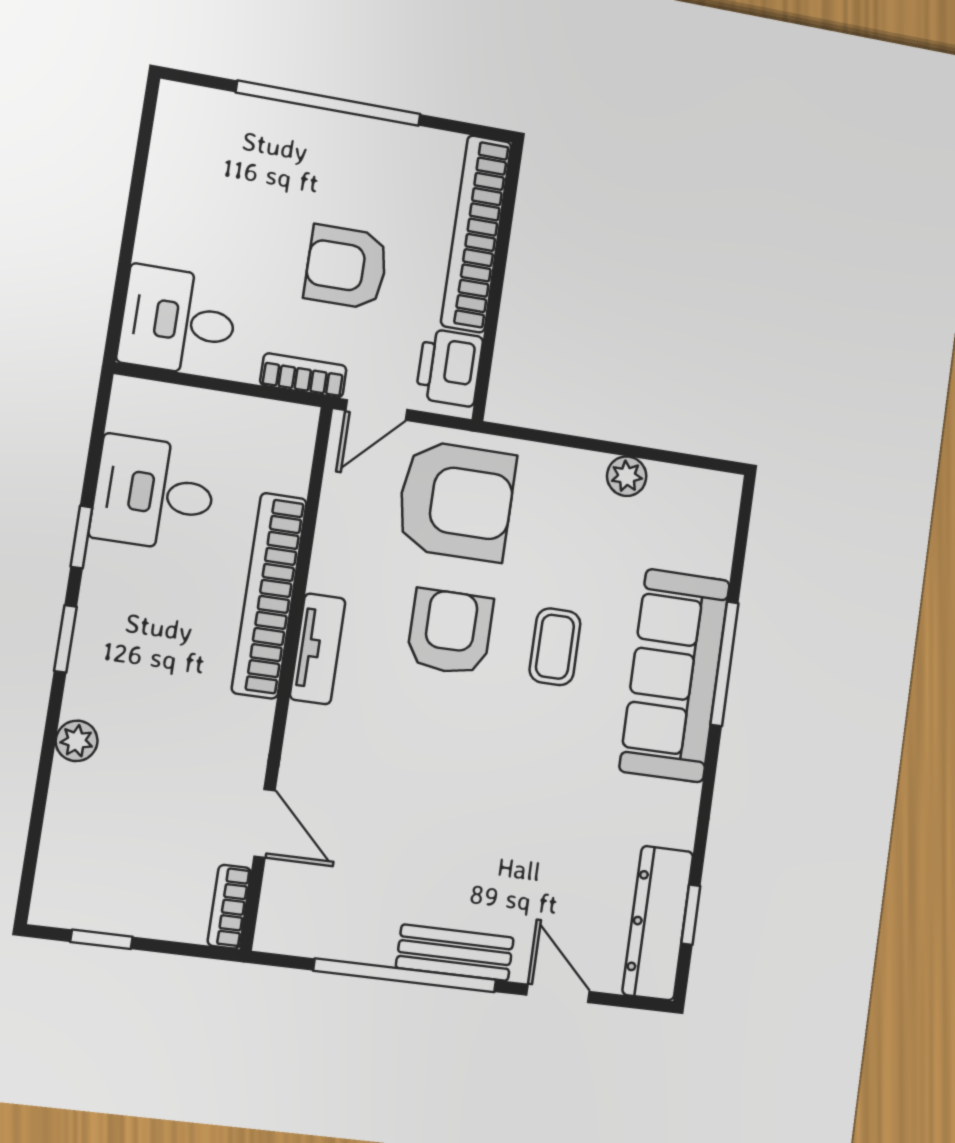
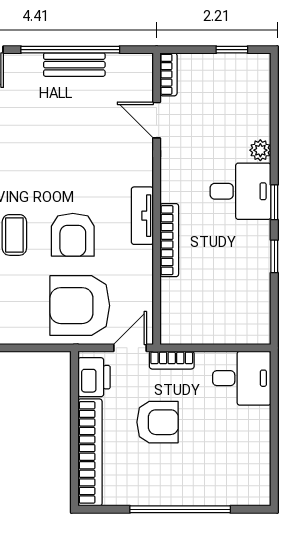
desk: (154, 493) -> (241, 191), moved
bookcase: (269, 596) -> (169, 240), width x0.68, depth x0.76
bench: (455, 953) -> (74, 65), moved

